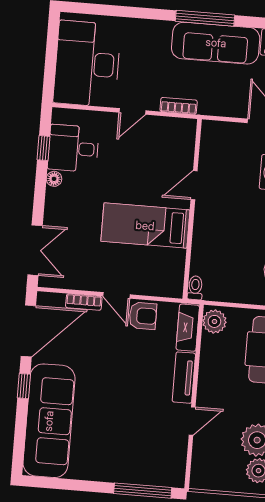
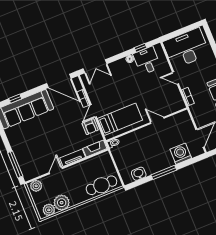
bed: (145, 226) -> (120, 119), moved, turned 90
plant: (214, 321) -> (36, 186), moved
window: (24, 386) -> (15, 99), moved
door: (192, 421) -> (56, 171), swing flipped

